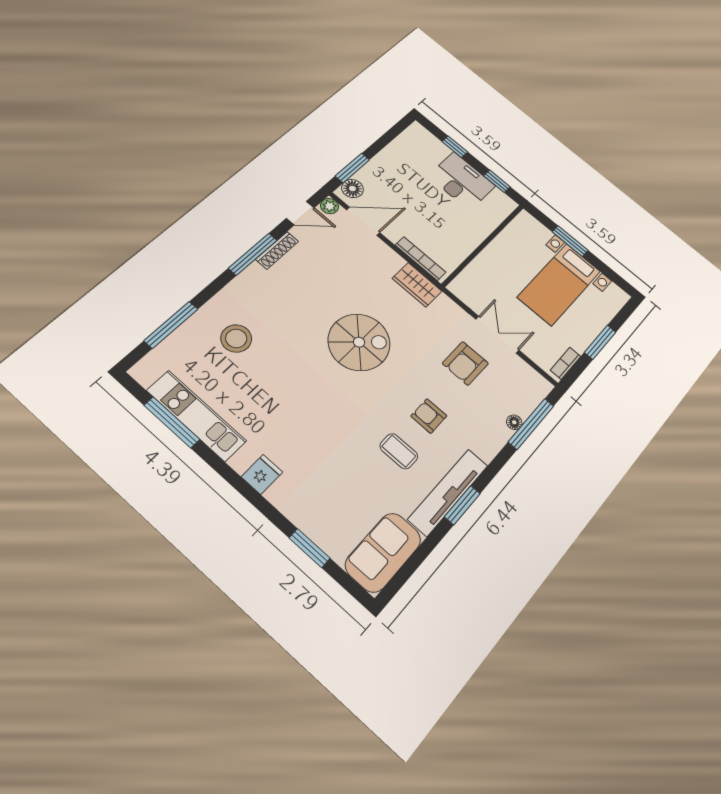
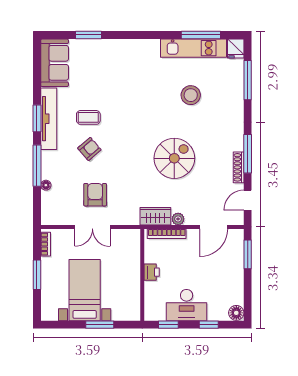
floor lamp: (352, 189) -> (236, 313), moved
plant: (330, 206) -> (178, 219), moved
printer: (471, 239) -> (152, 272), added
stool: (236, 338) -> (191, 95), moved
spiral stairs: (359, 342) -> (174, 158), moved, turned 180
armchair: (429, 416) -> (89, 149), turned -41
window: (531, 424) -> (37, 166), moved
fridge: (262, 474) -> (236, 48), moved

